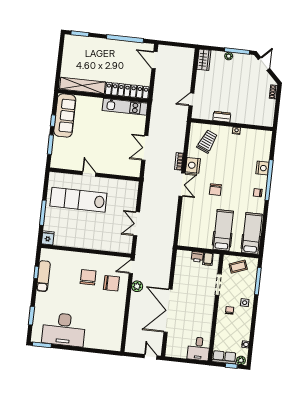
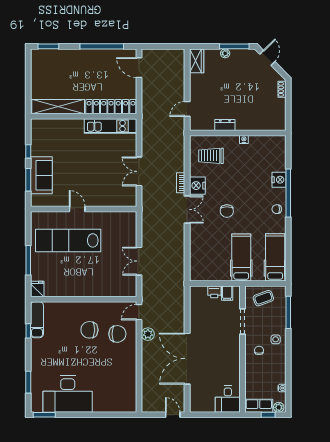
sofa: (65, 115) -> (41, 175), moved, width x0.73
trolley: (207, 141) -> (211, 156), turned -113
exam couch: (43, 276) -> (37, 320), moved
chair: (88, 277) -> (89, 330), turned -89

